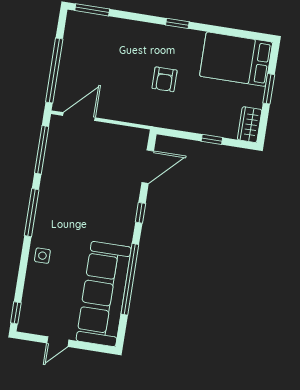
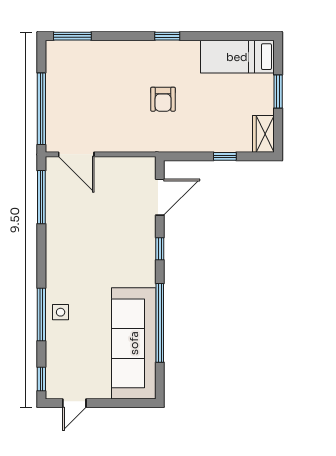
bed: (236, 59) -> (237, 57), width x0.67
door: (79, 117) -> (76, 154), swing flipped
window: (32, 213) -> (41, 315), moved
door: (58, 342) -> (74, 403), moved

